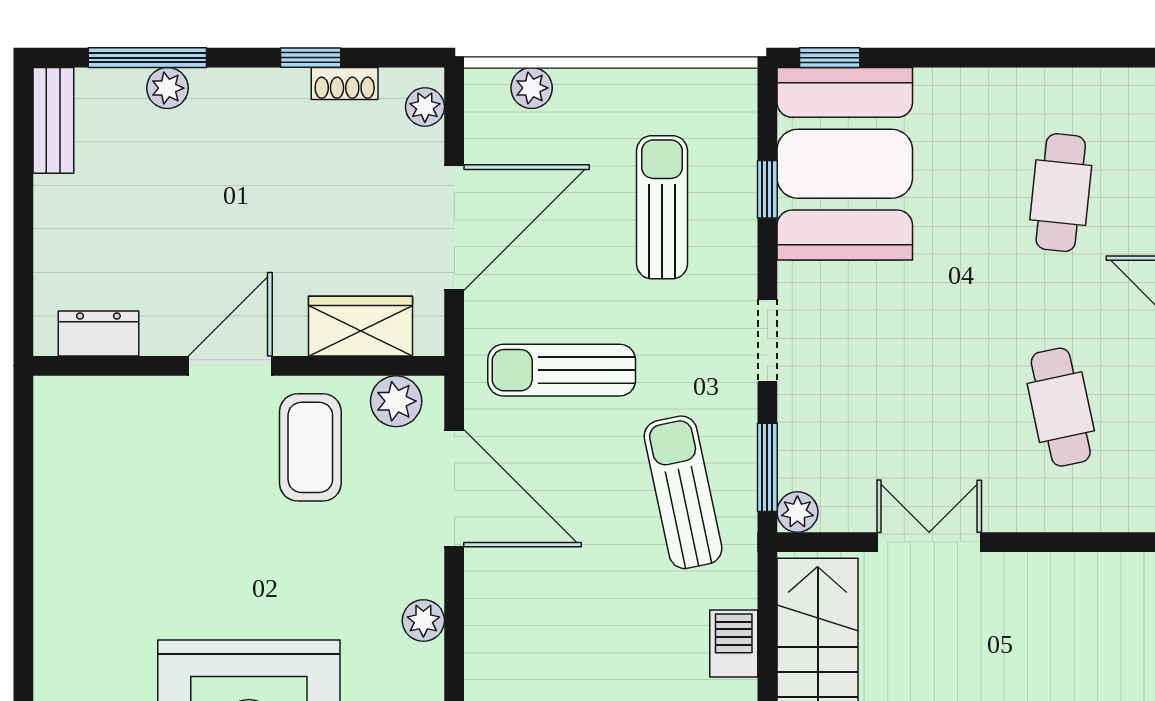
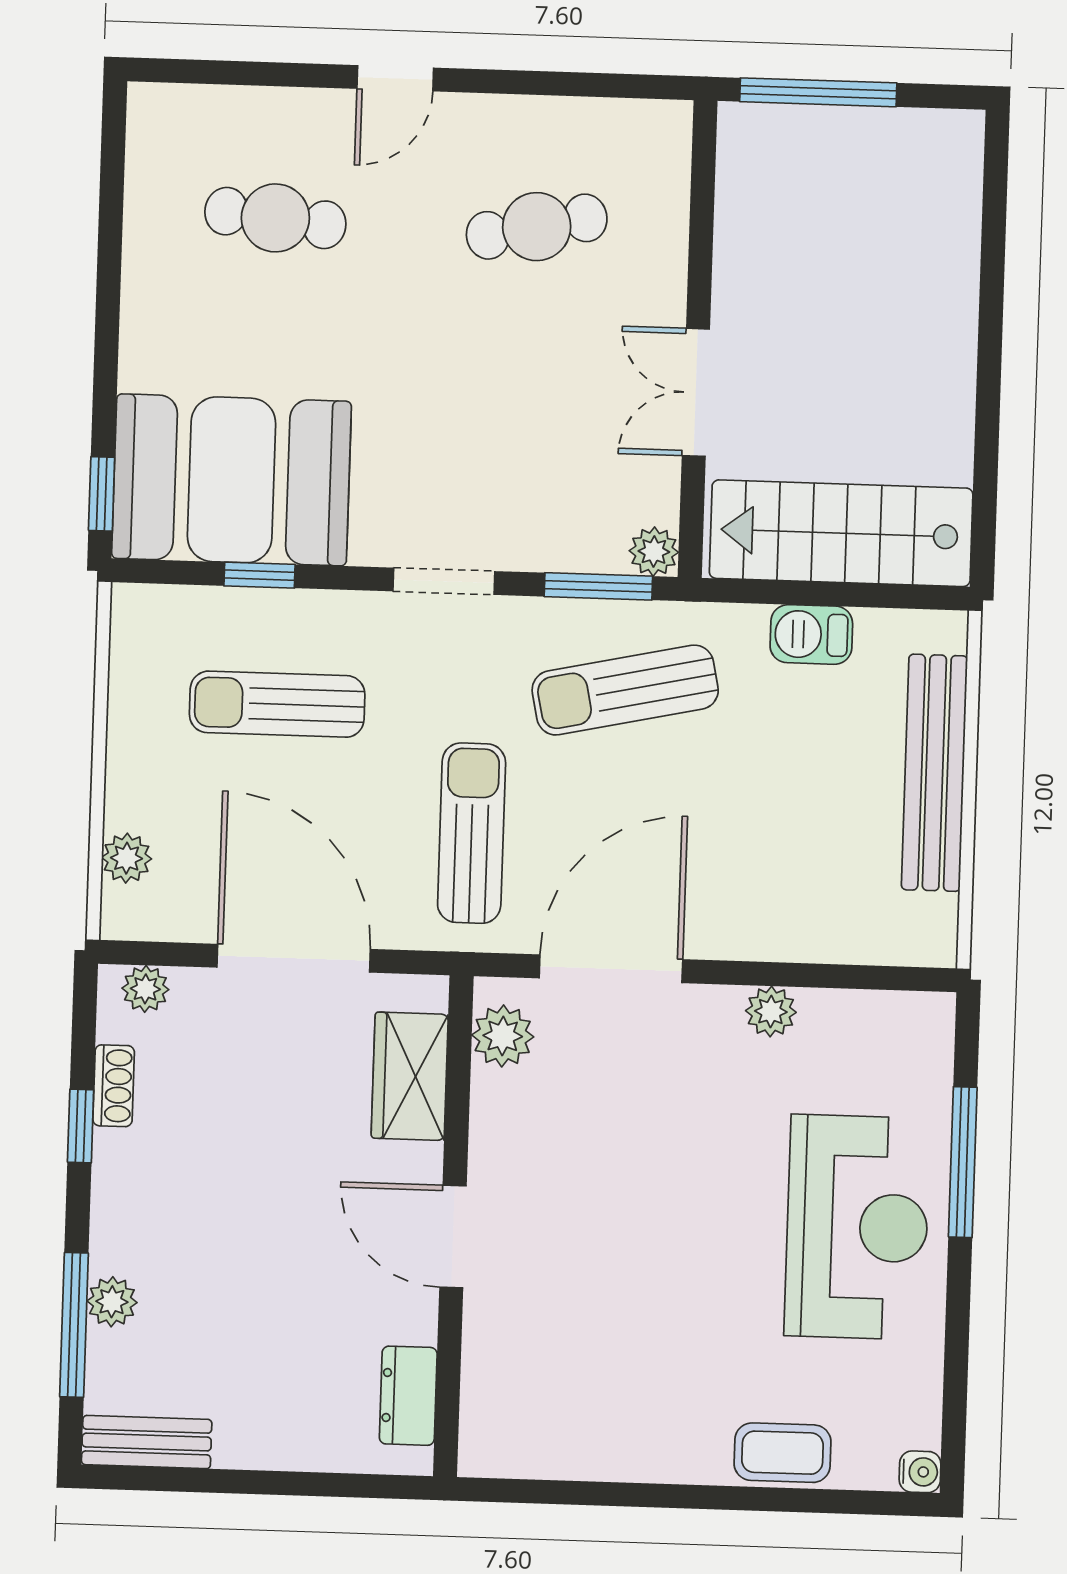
sun lounger: (562, 370) -> (472, 833), turned 180
coffee table: (310, 447) -> (782, 1453), moved, width x0.73, depth x0.77

